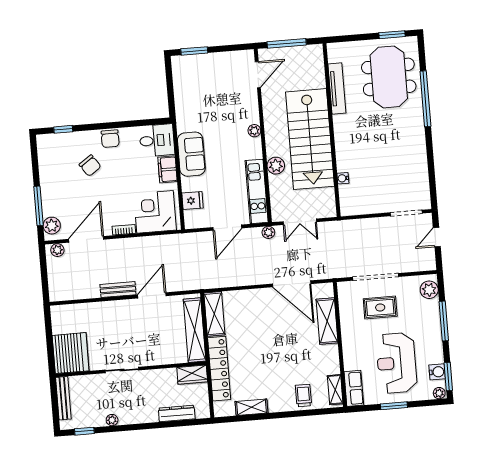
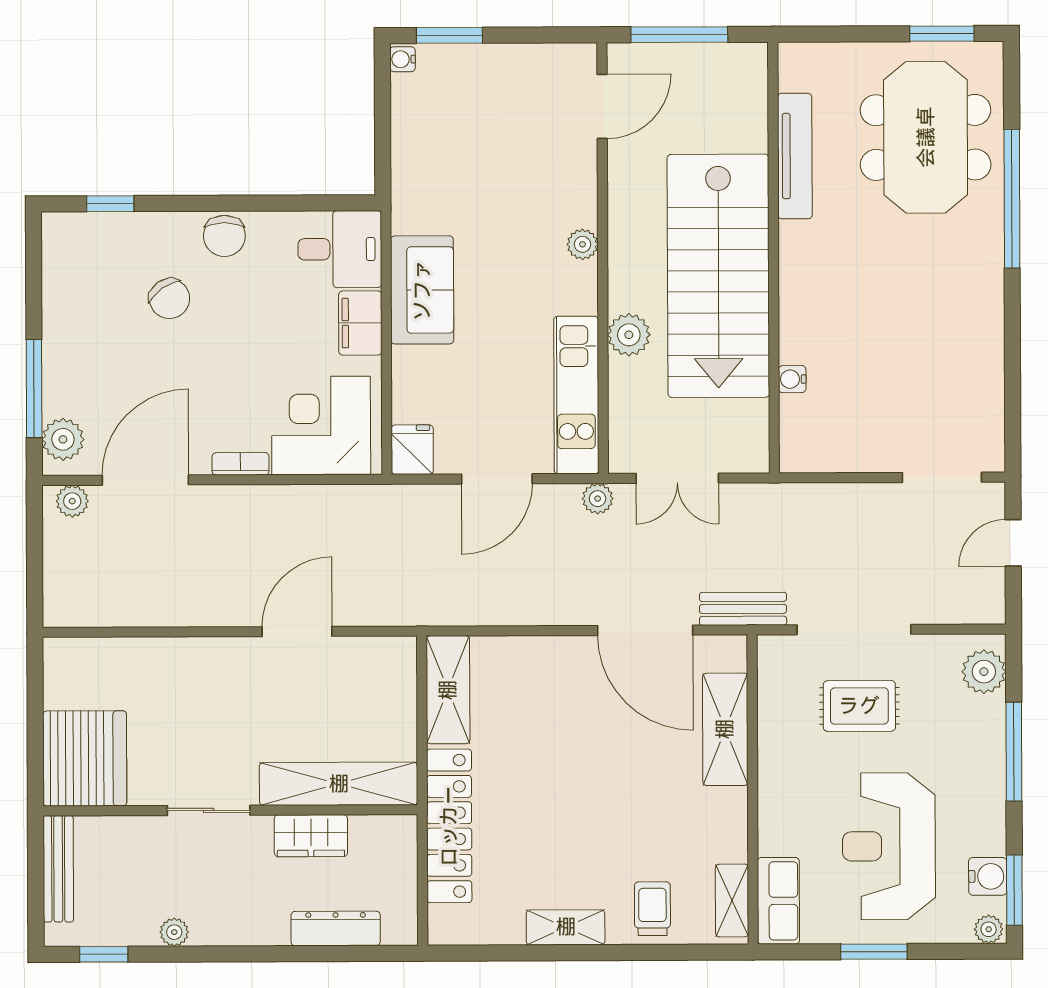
water cooler: (176, 62) -> (403, 59), added
fridge: (193, 201) -> (412, 450), moved, turned -90
bench: (118, 290) -> (743, 609), moved
shelving: (195, 330) -> (339, 784), moved, turned 90
wardrobe: (192, 375) -> (311, 836), moved
shelving: (252, 407) -> (566, 927), moved

